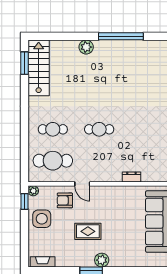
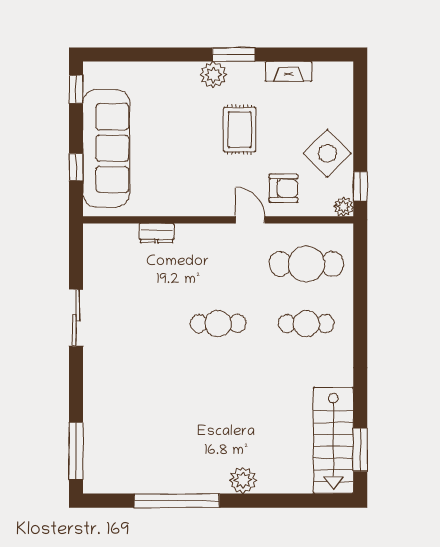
side table: (42, 219) -> (327, 153), turned 45
rug: (88, 231) -> (240, 130), turned 90
fireplace: (43, 262) -> (289, 71), moved

